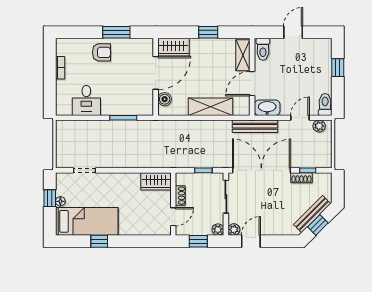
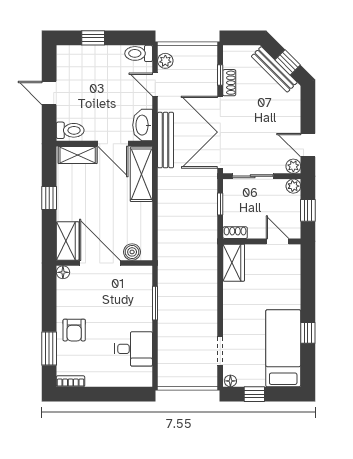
window: (116, 32) -> (49, 348), moved
floor lamp: (148, 43) -> (63, 272), added
armchair: (101, 52) -> (74, 330), turned 180
bookcase: (60, 68) -> (71, 381), moved
shelving: (210, 107) -> (141, 174), moved
shoe rack: (180, 196) -> (235, 233), moved
floor lamp: (60, 201) -> (230, 381), moved

